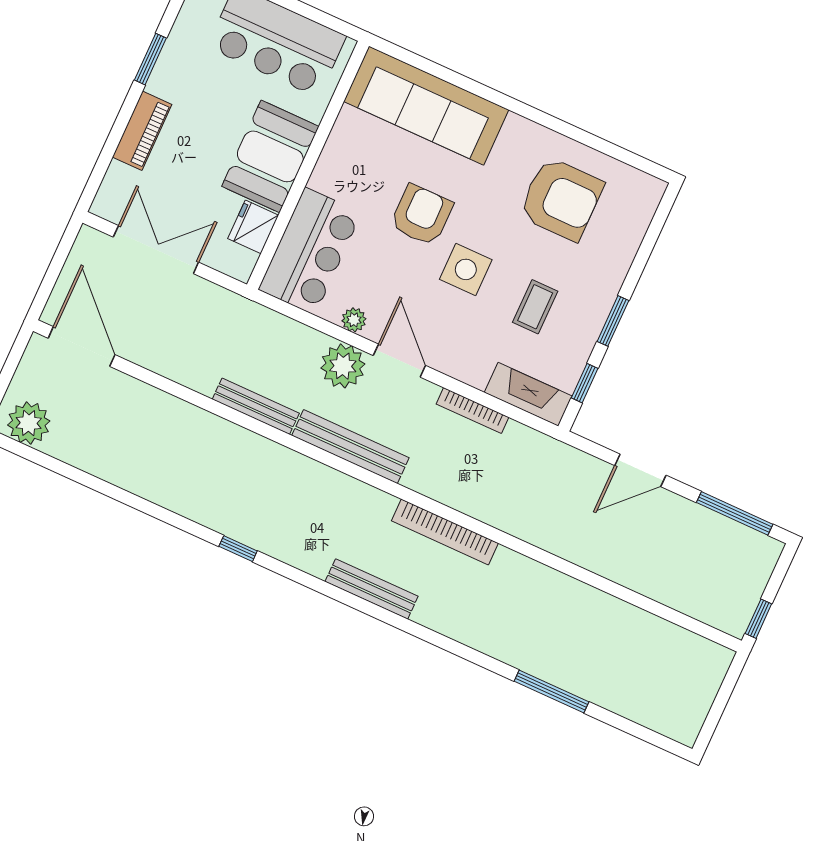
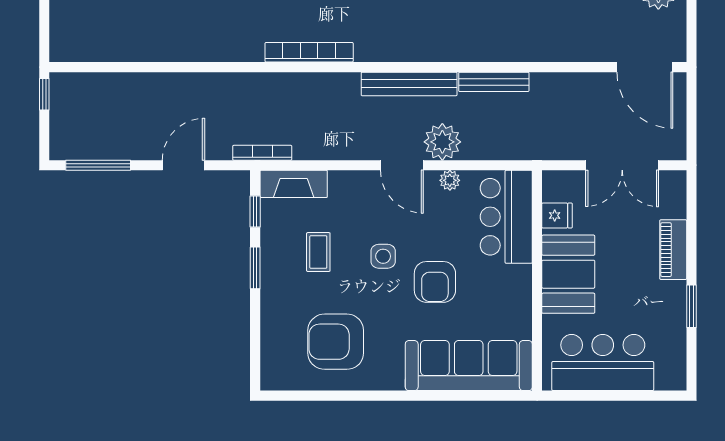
fridge: (253, 227) -> (557, 215), width x0.72
side table: (466, 269) -> (383, 256), width x0.73, depth x0.73
bookcase: (473, 411) -> (262, 153), moved

